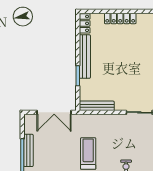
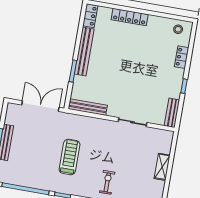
double door: (54, 112) -> (40, 106), swing flipped

